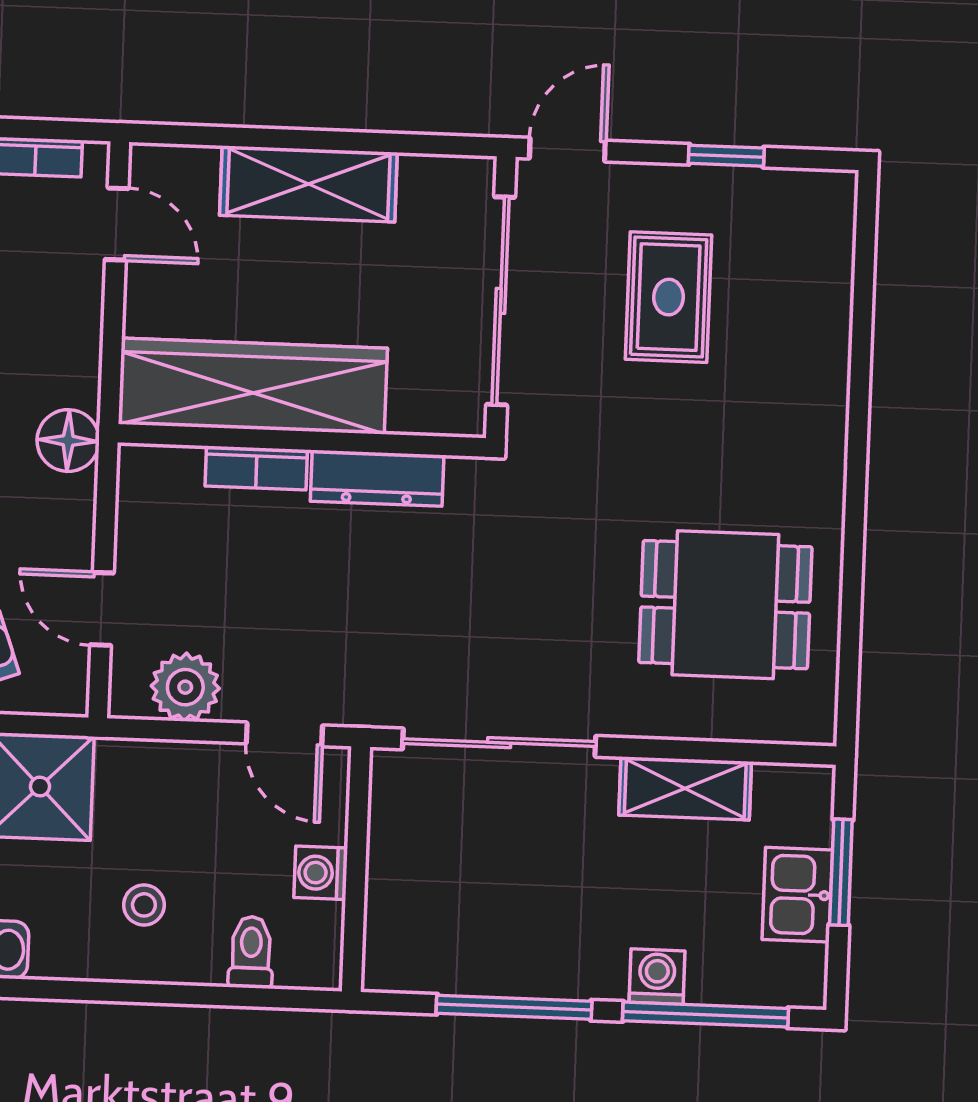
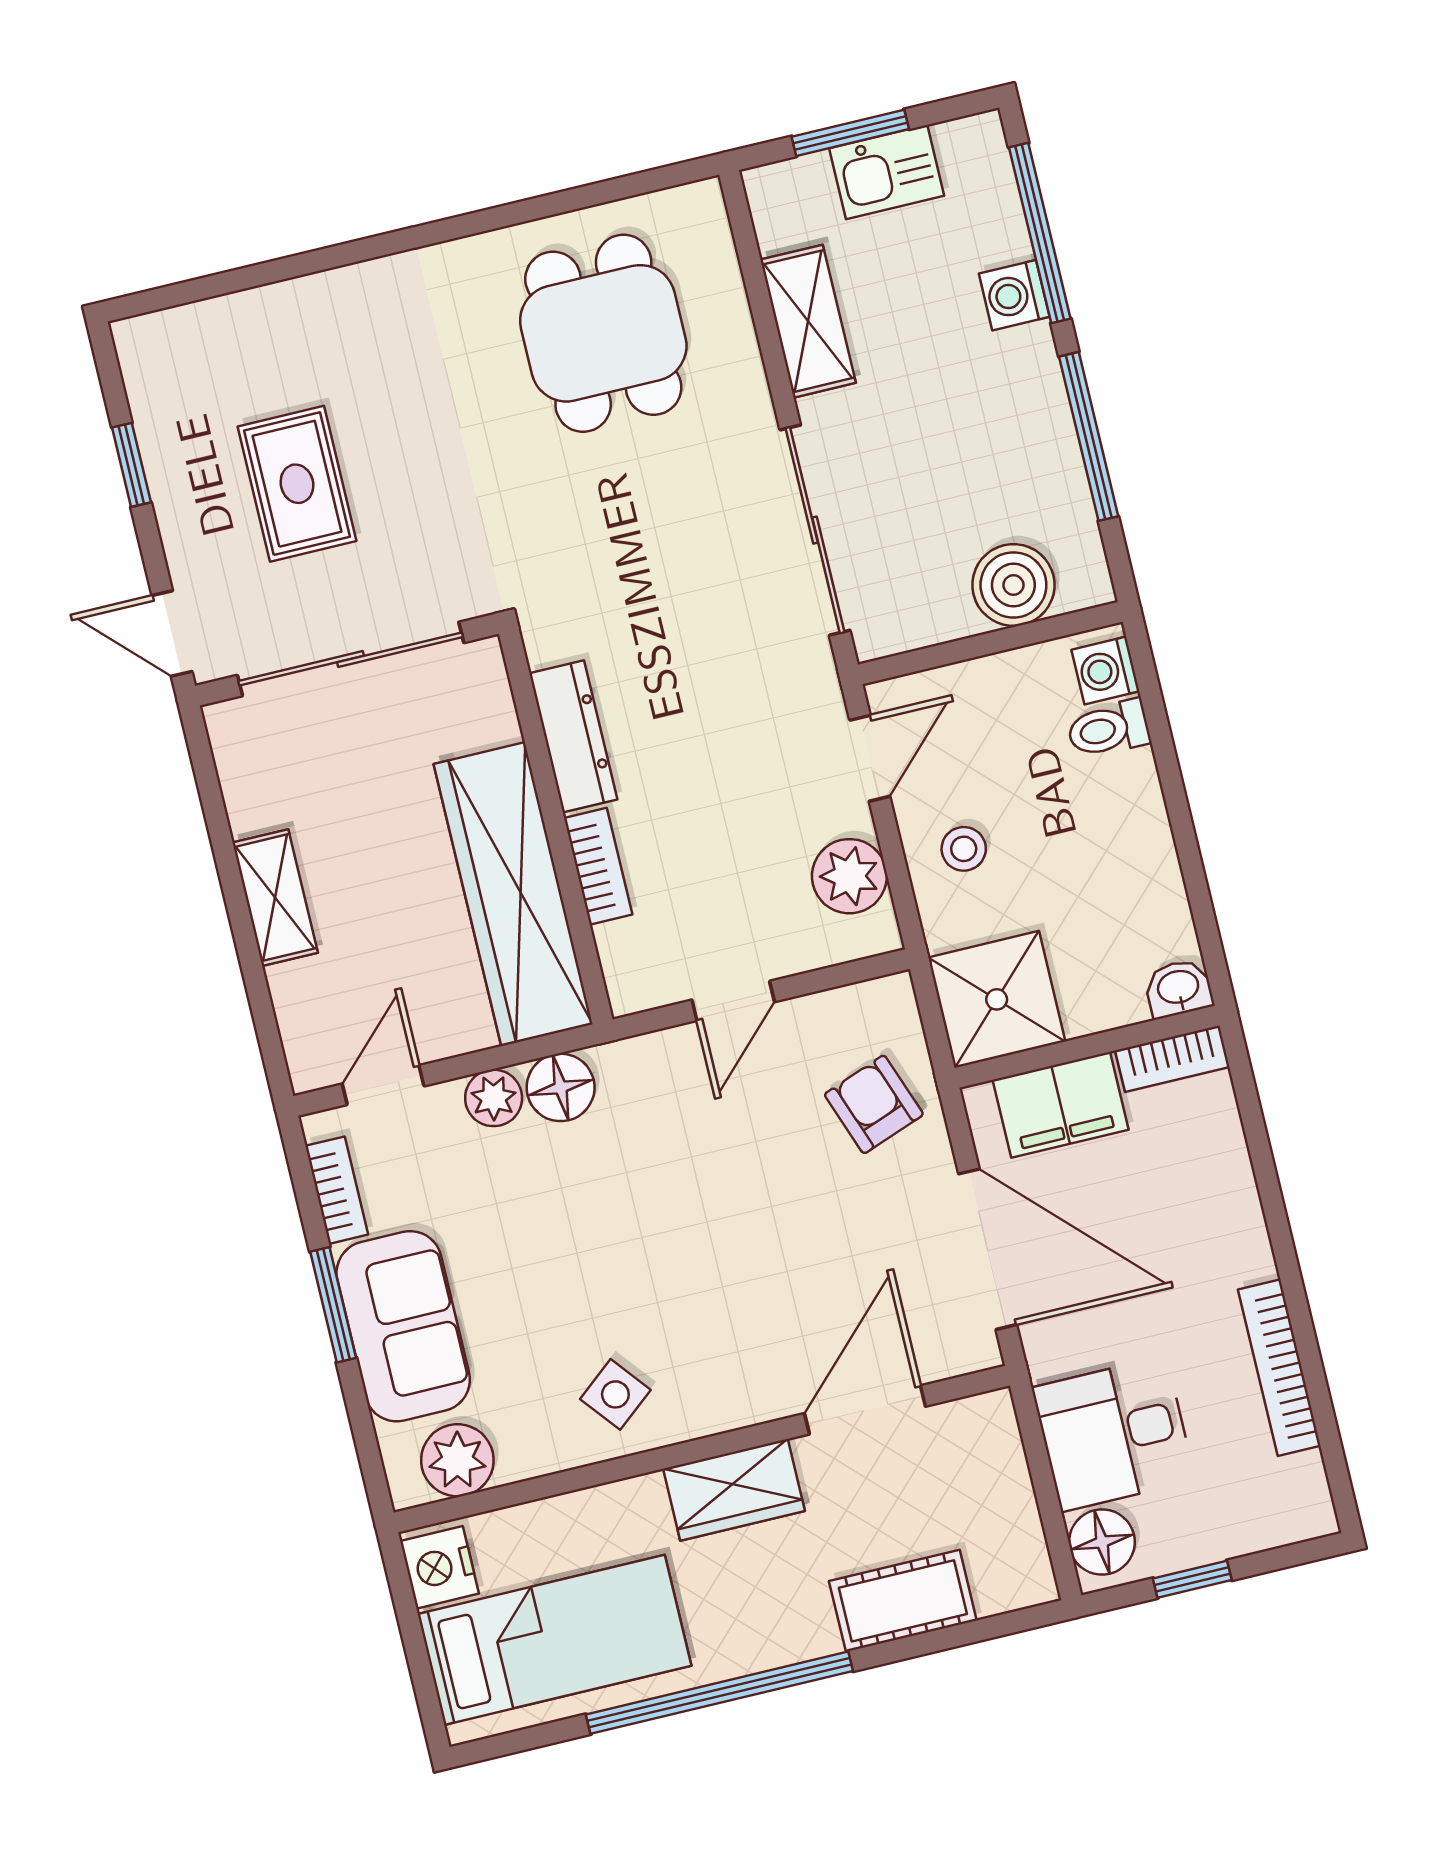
shelving: (308, 184) -> (275, 898), width x0.67, depth x0.75
rug: (669, 297) -> (297, 484), turned 90
plant: (78, 318) -> (494, 1098), added
floor lamp: (68, 441) -> (561, 1087), moved
door: (102, 609) -> (733, 1001), moved
washing machine: (321, 873) -> (1105, 670), moved, turned 90
boiler: (401, 904) -> (1013, 585), added
stool: (144, 905) -> (964, 849), moved

